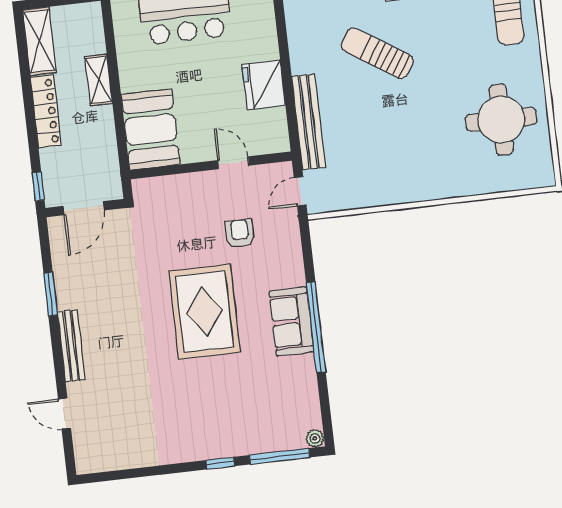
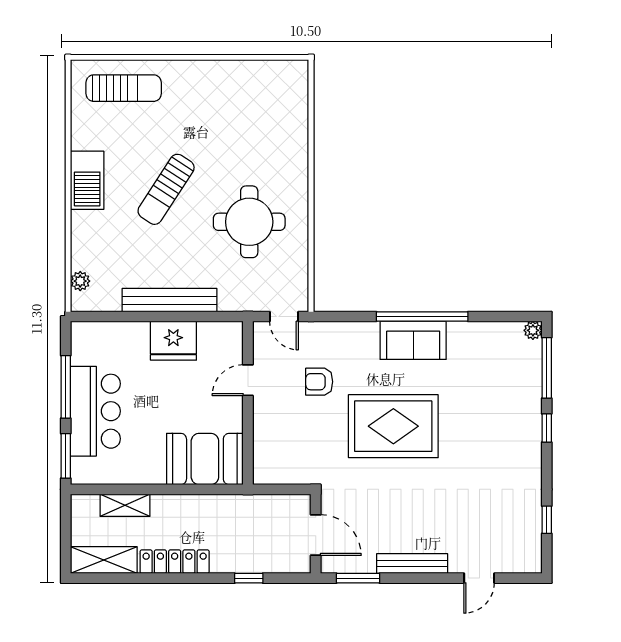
sun lounger: (377, 53) -> (166, 189), moved
shelving: (99, 80) -> (125, 505), moved
round table: (501, 120) -> (249, 222), moved
bench: (309, 122) -> (170, 300), moved
door: (84, 208) -> (316, 535), moved
wall: (85, 208) -> (316, 534), moved
window: (130, 474) -> (547, 520), added

